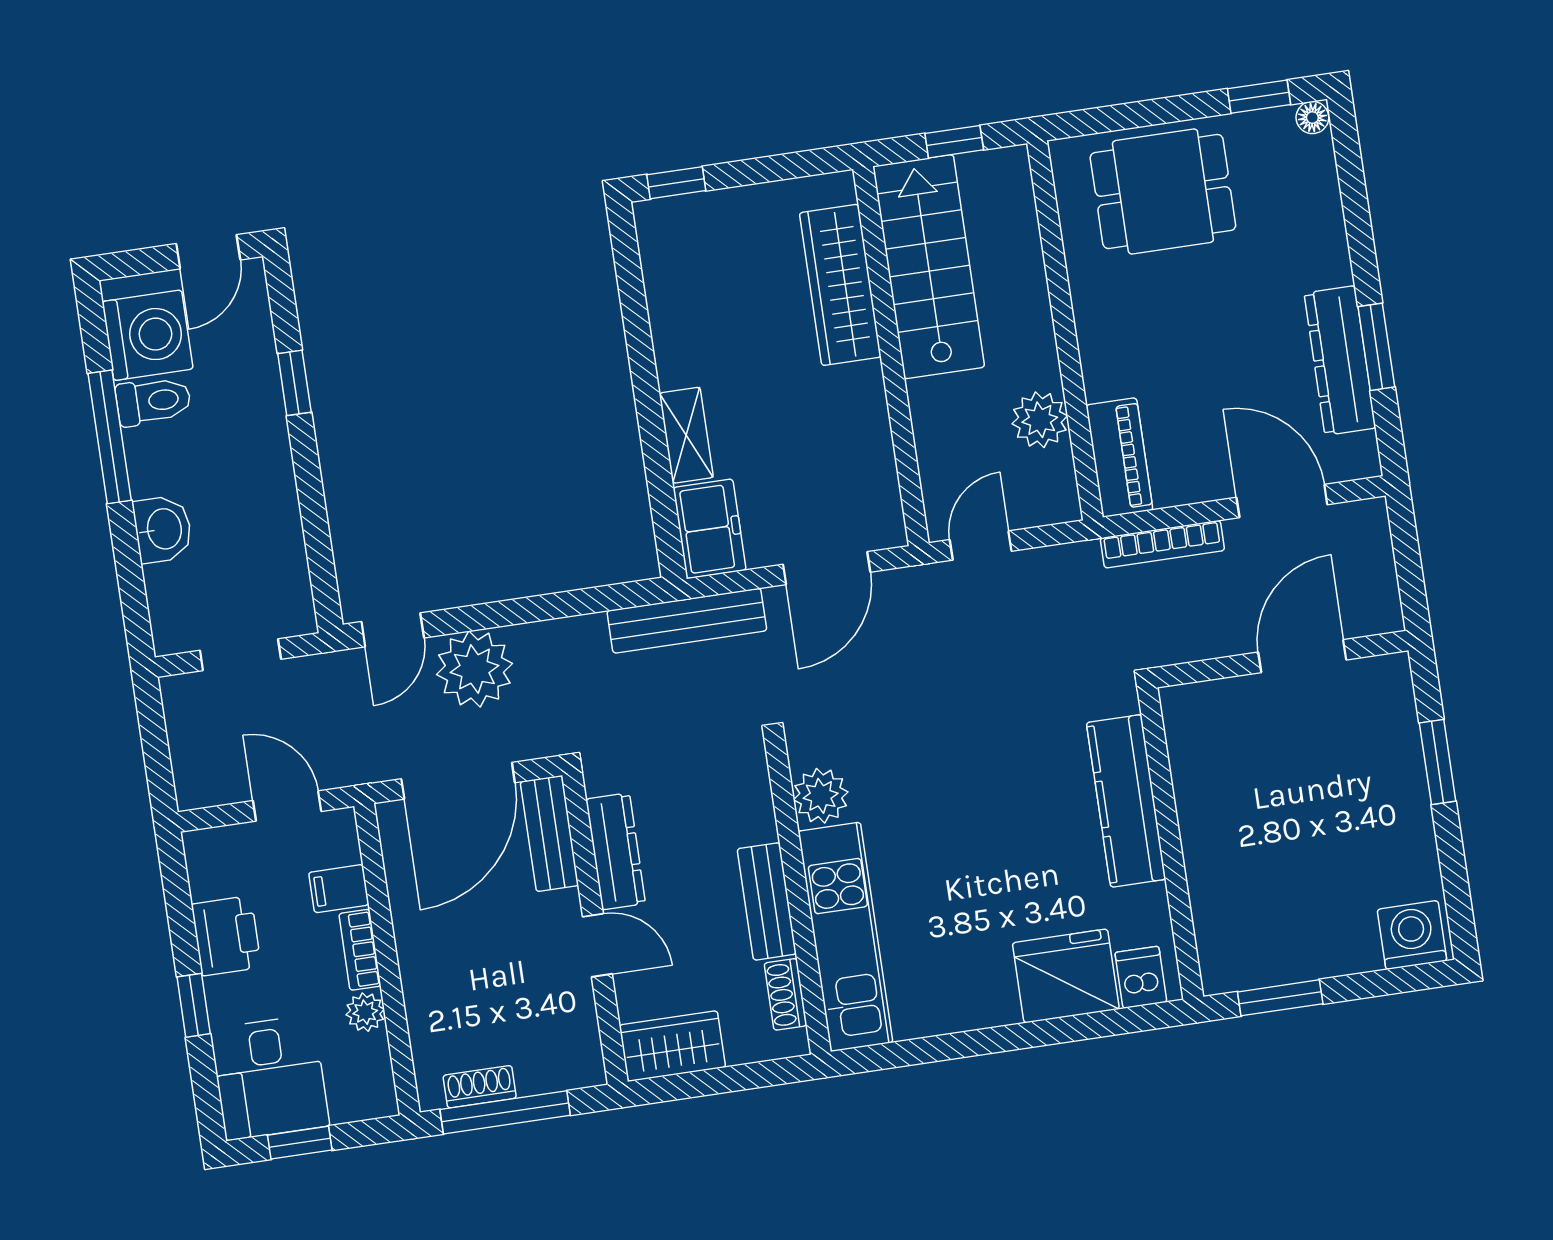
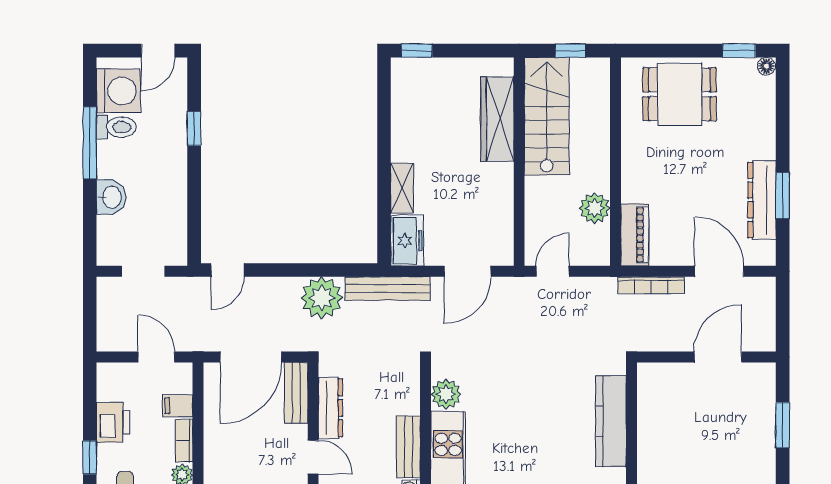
plant: (474, 669) -> (322, 298), moved

